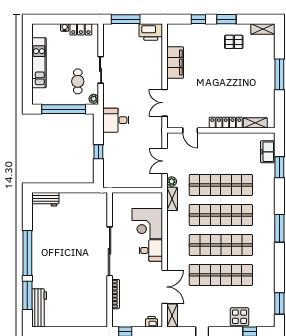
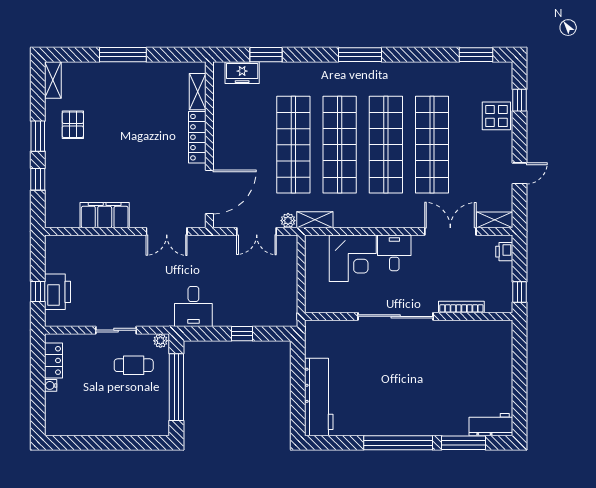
window: (126, 19) -> (38, 292), width x0.46
printer: (151, 32) -> (58, 292), moved
kitchen unit: (39, 63) -> (105, 425), removed
door: (190, 130) -> (209, 192), width x1.87
workbench: (45, 199) -> (319, 397), width x1.88, depth x1.32
workbench: (39, 308) -> (491, 425), width x0.73

